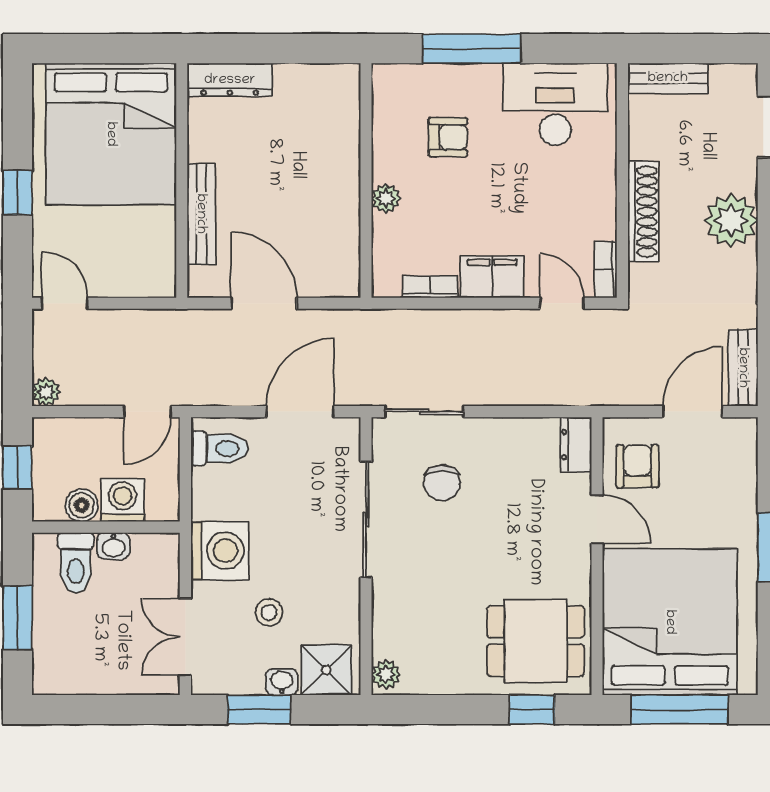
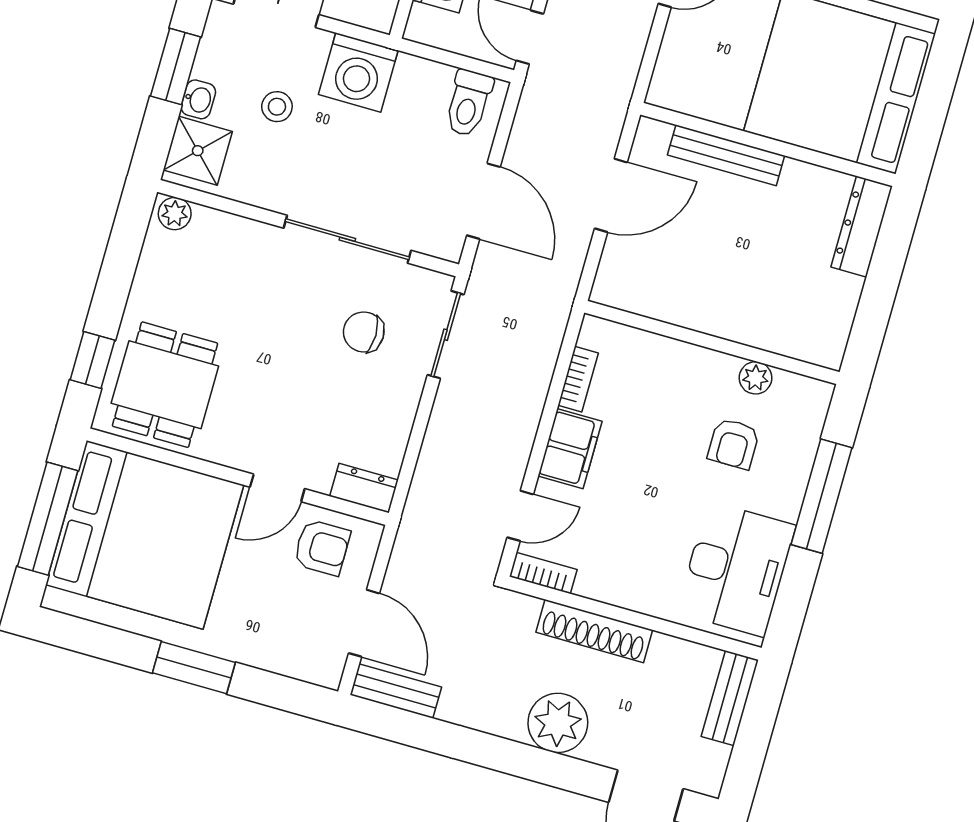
plant: (386, 198) -> (755, 378), moved

